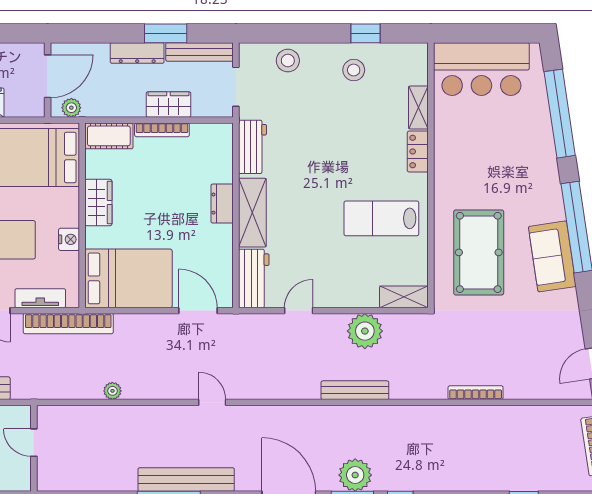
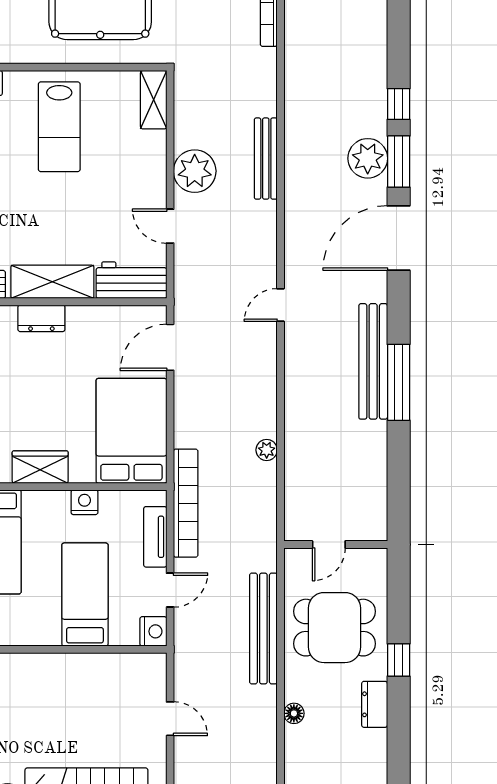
plant: (365, 331) -> (195, 171), moved
door: (212, 402) -> (280, 305), moved

